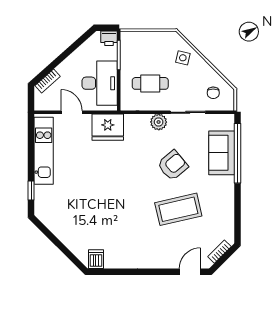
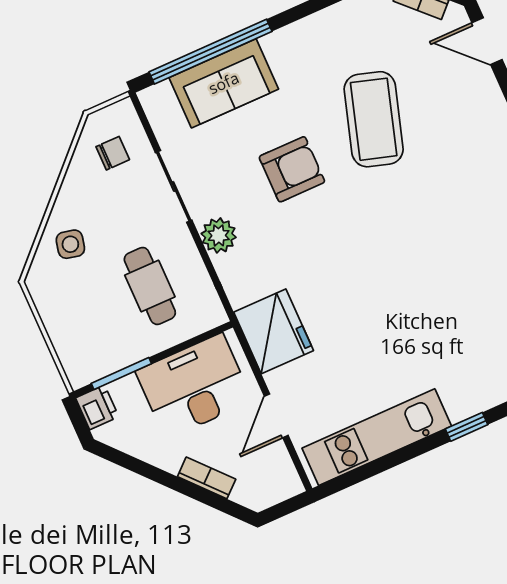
bookcase: (48, 81) -> (207, 478), moved
armchair: (173, 165) -> (292, 169), turned 130
coffee table: (178, 209) -> (374, 119), turned 30

